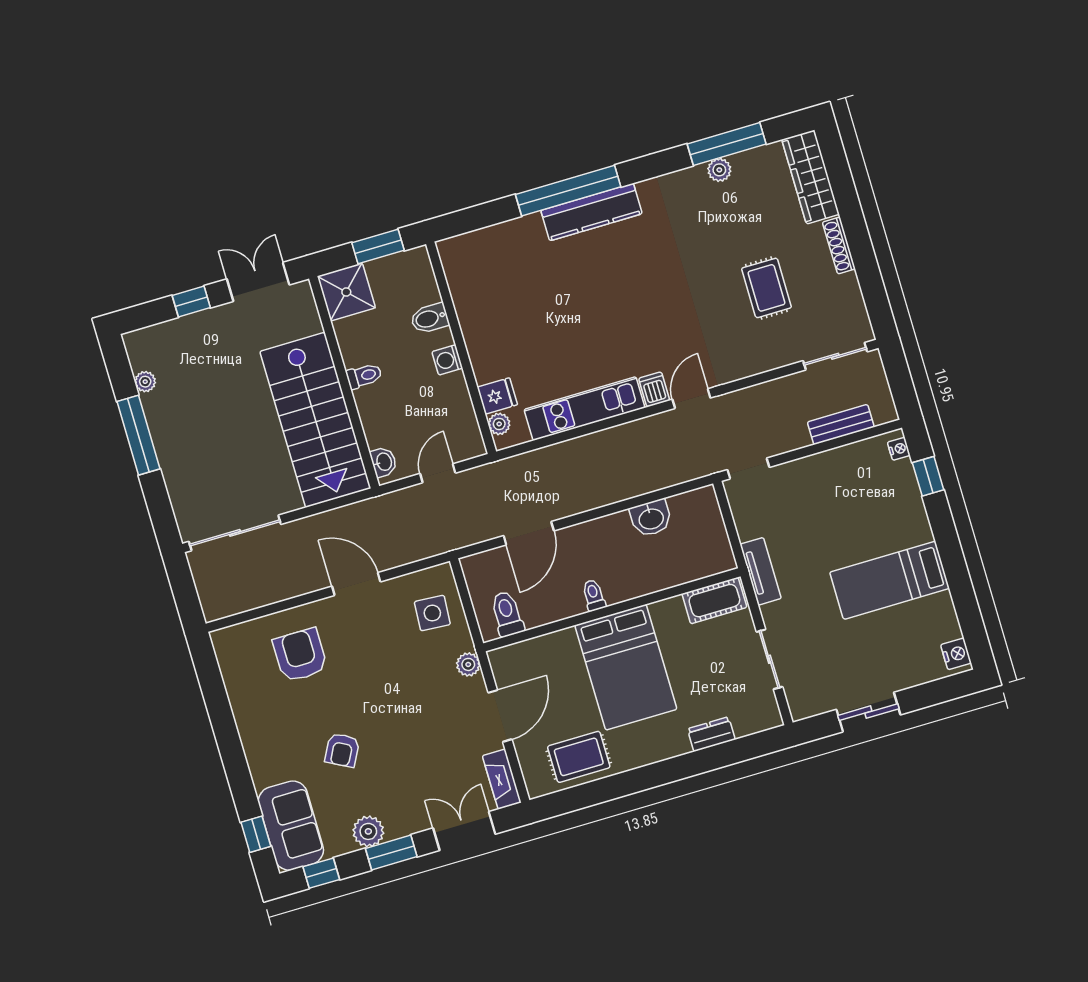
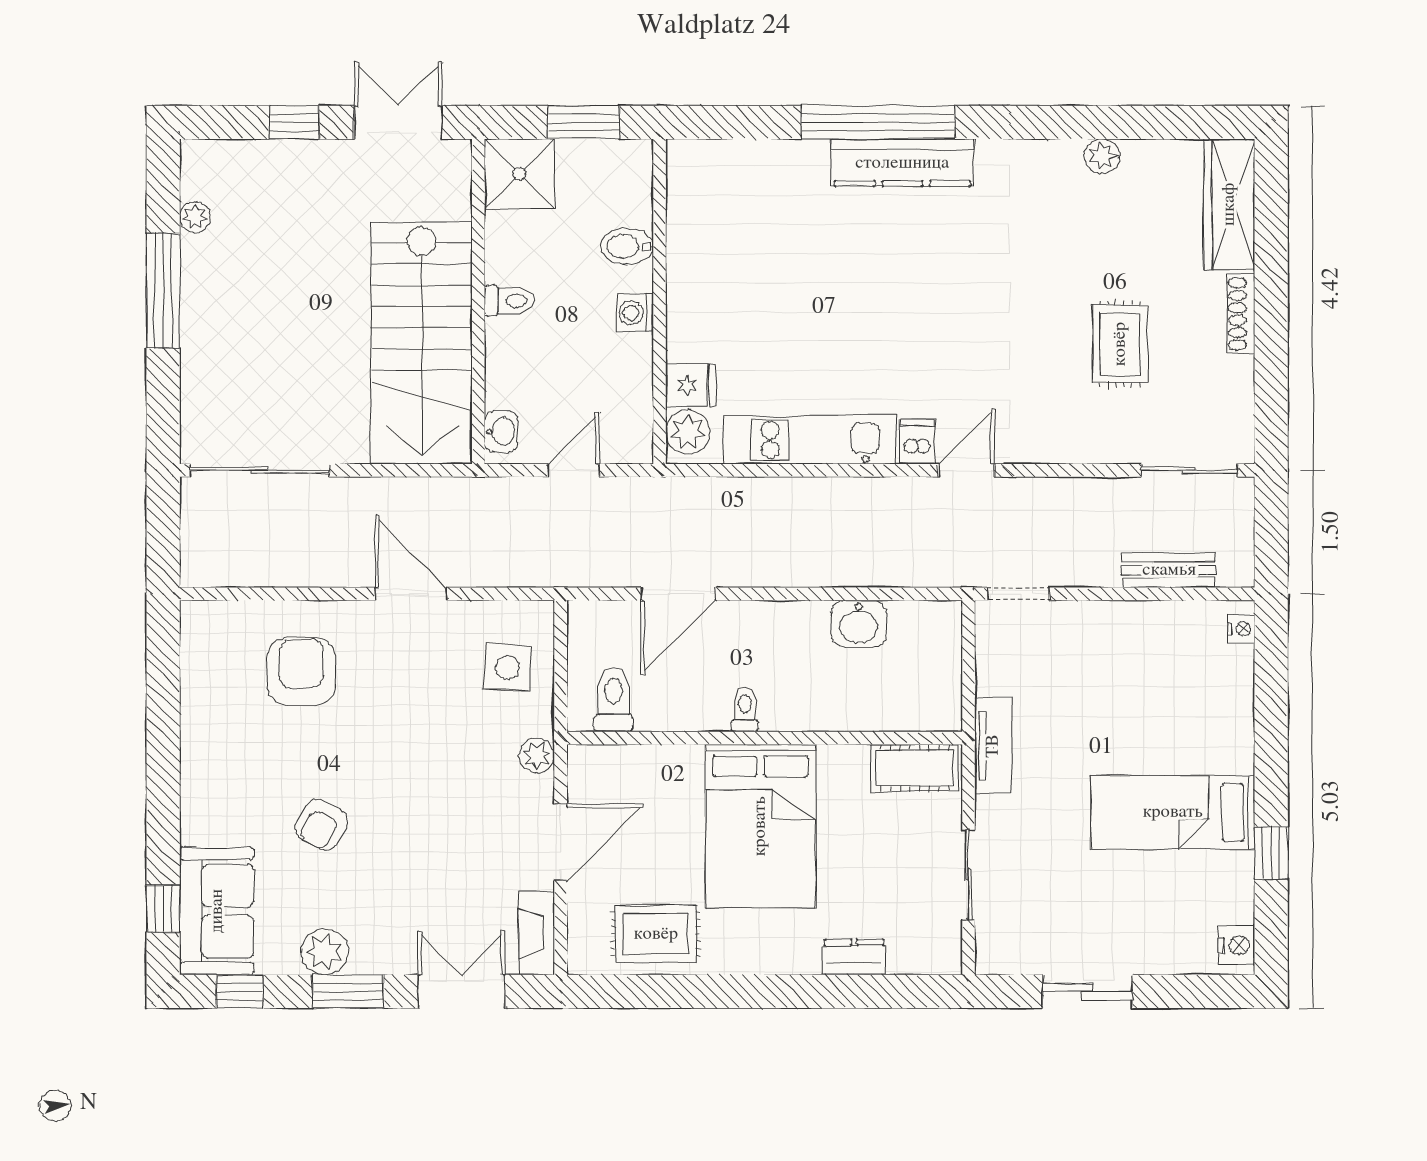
window: (727, 144) -> (1124, 122), removed
plant: (499, 424) -> (688, 432), width x1.38, depth x1.38
window: (928, 476) -> (1271, 853), moved

